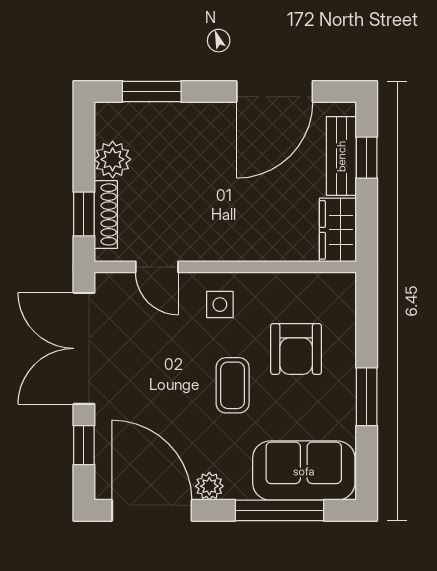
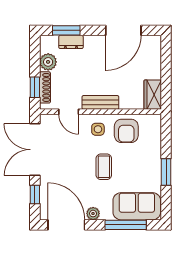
dresser: (162, 116) -> (71, 42), added
bench: (341, 156) -> (100, 102), moved, turned 90
window: (367, 158) -> (166, 61), removed
armchair: (296, 349) -> (126, 131), moved

